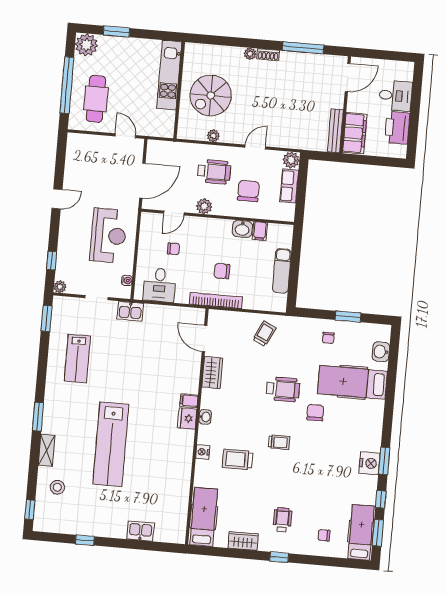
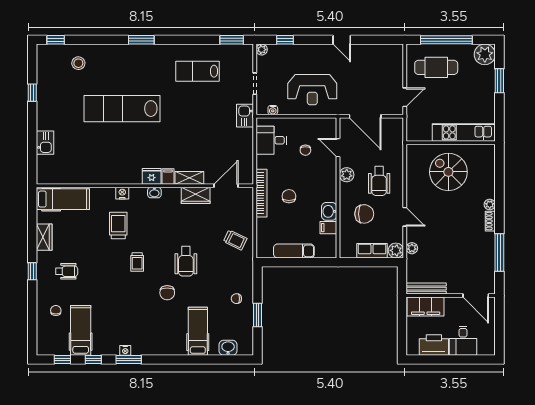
plant: (213, 136) -> (412, 248), moved
hospital bed: (352, 382) -> (198, 331), width x0.73, depth x0.78
chair: (315, 413) -> (167, 293), turned 90
shelving: (47, 450) -> (189, 178), moved
nightstand: (369, 463) -> (125, 350), width x0.53, depth x0.56
hospital bed: (361, 532) -> (81, 330), moved, turned -90
window: (378, 533) -> (62, 359), width x0.67

